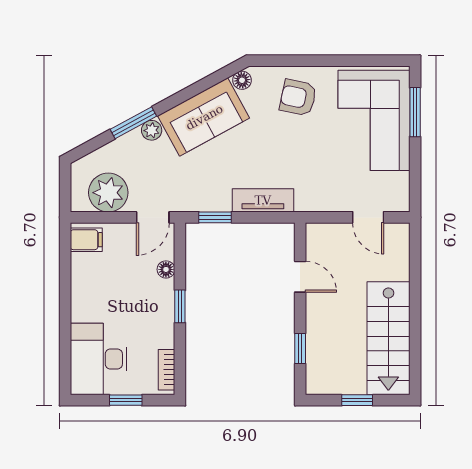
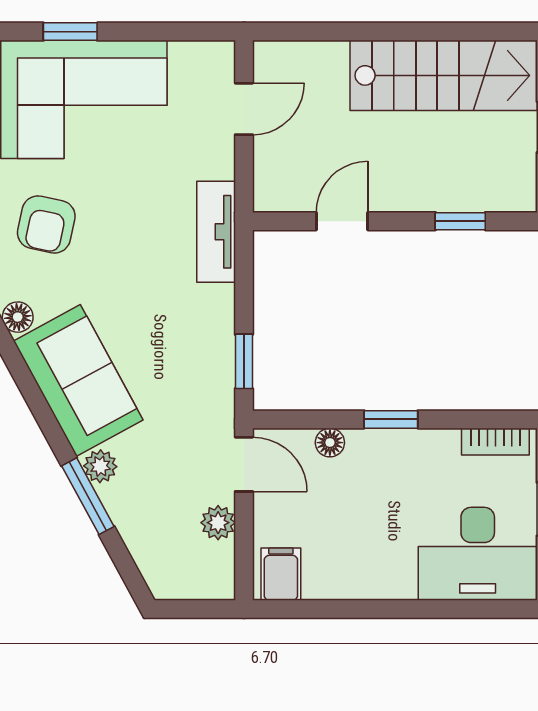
window: (415, 112) -> (70, 32), width x0.67
plant: (108, 193) -> (218, 523), width x0.53, depth x0.53
tv unit: (263, 200) -> (216, 232), moved

